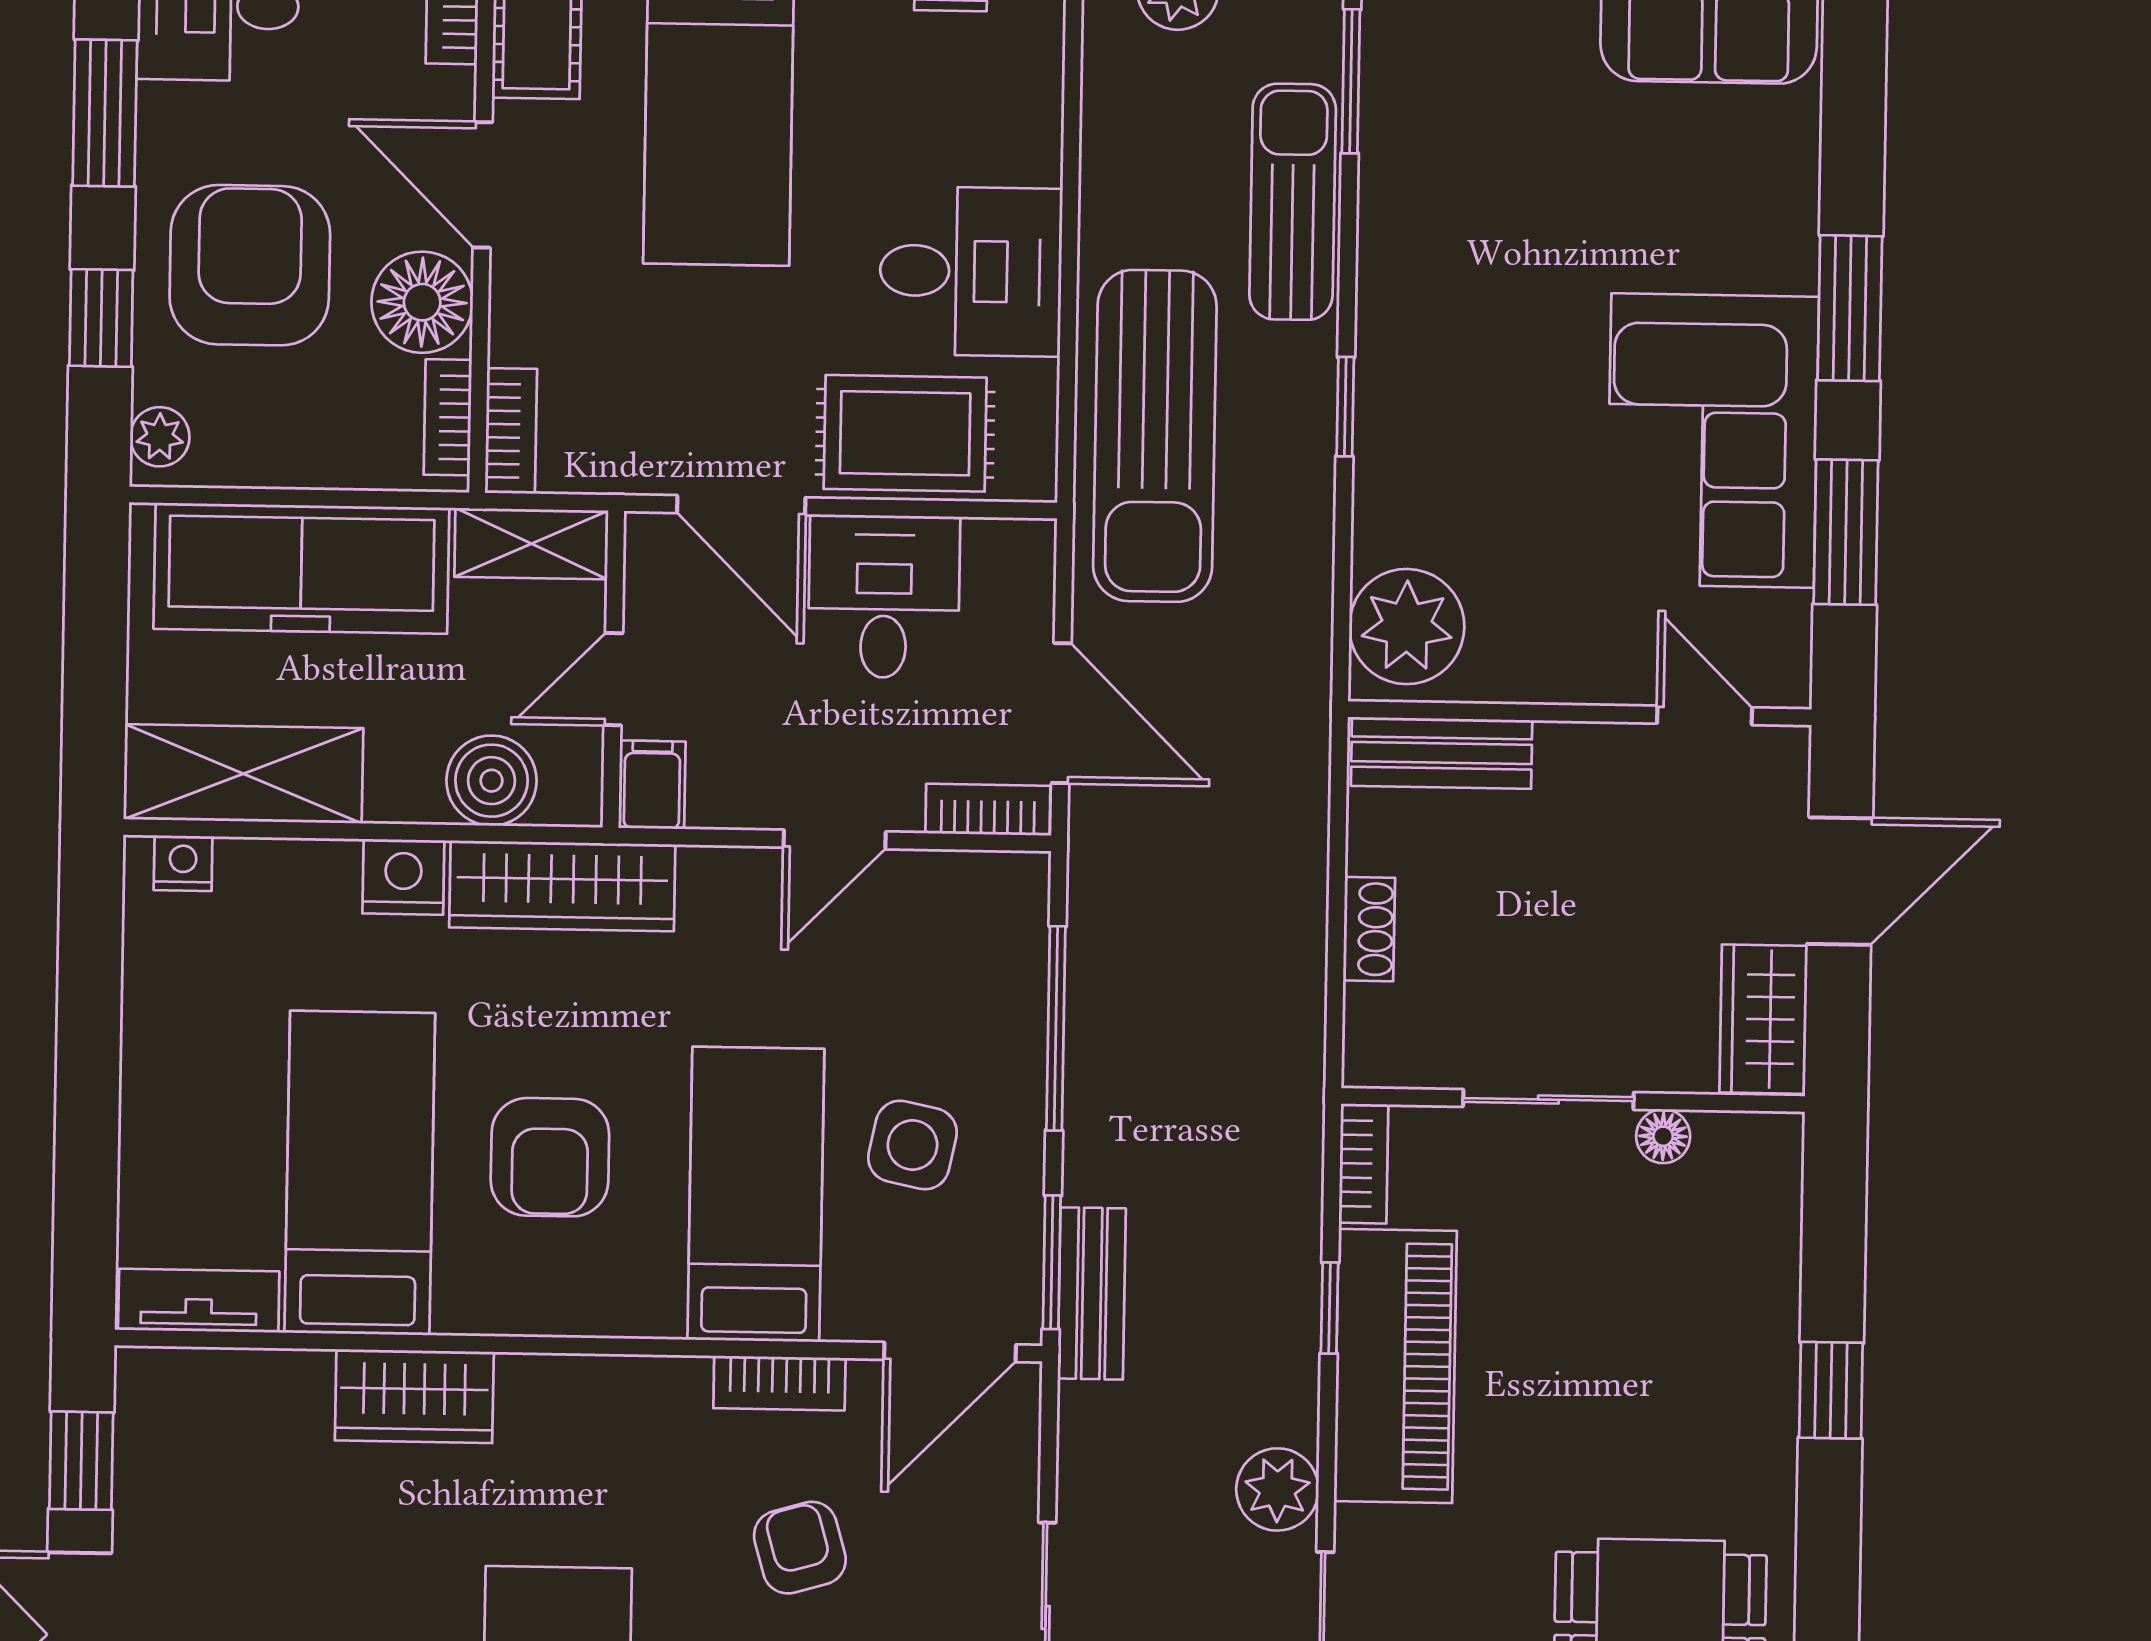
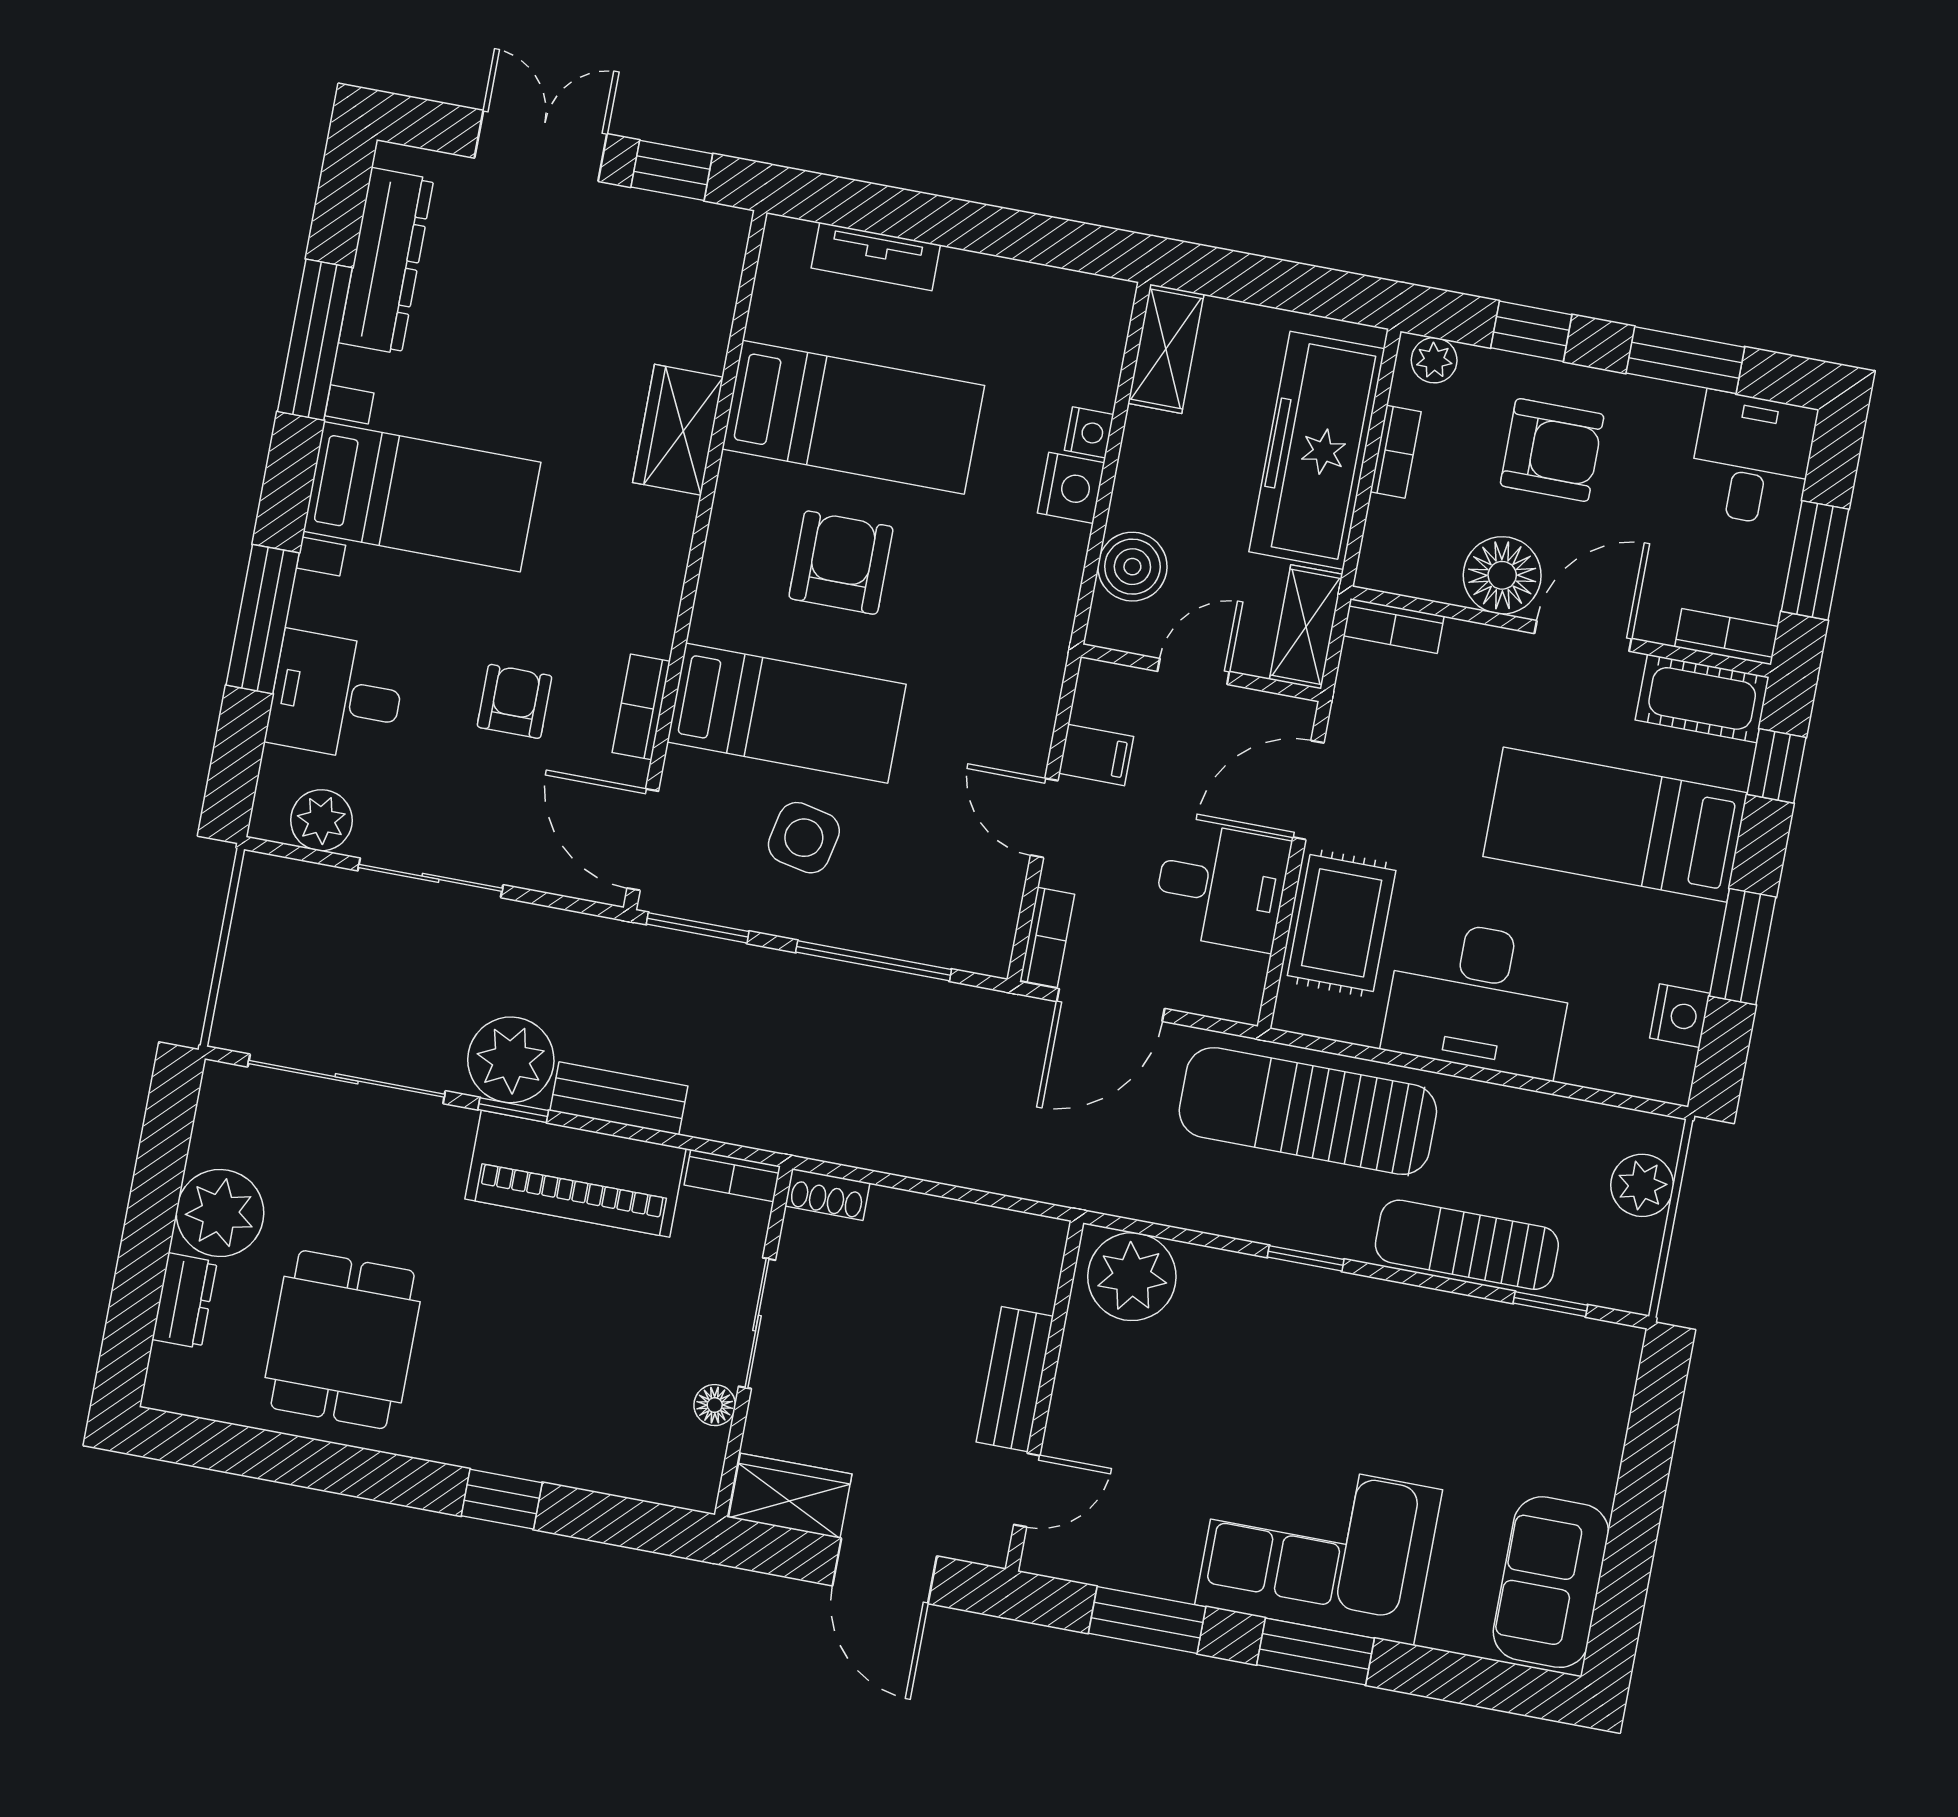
window: (1351, 81) -> (1550, 1304), width x0.67
sun lounger: (1293, 202) -> (1467, 1245), turned 180
armchair: (250, 265) -> (1552, 450), width x0.73, depth x0.73
desk: (971, 271) -> (1479, 998), width x1.37
bookcase: (448, 417) -> (1396, 452), moved, turned 90
corner sofa: (1713, 441) -> (1319, 1547), moved
door: (613, 679) -> (1193, 671), hinge flipped
bench: (1442, 753) -> (1015, 1379), moved
shelving: (243, 774) -> (1166, 349), width x0.67, depth x0.75
filing cabinet: (652, 785) -> (1096, 755), moved
nightstand: (183, 863) -> (1089, 432), moved
wardrobe: (562, 886) -> (1044, 607), removed
shoe rack: (1369, 929) -> (827, 1194), moved
armchair: (550, 1157) -> (841, 563), turned 90
bench: (1092, 1293) -> (619, 1098), moved
tv unit: (199, 1301) -> (876, 256), moved, turned 90
window: (1329, 1308) -> (513, 1110), moved
plant: (1277, 1489) -> (511, 1060), width x1.36, depth x1.36
armchair: (800, 1548) -> (514, 701), turned -74

